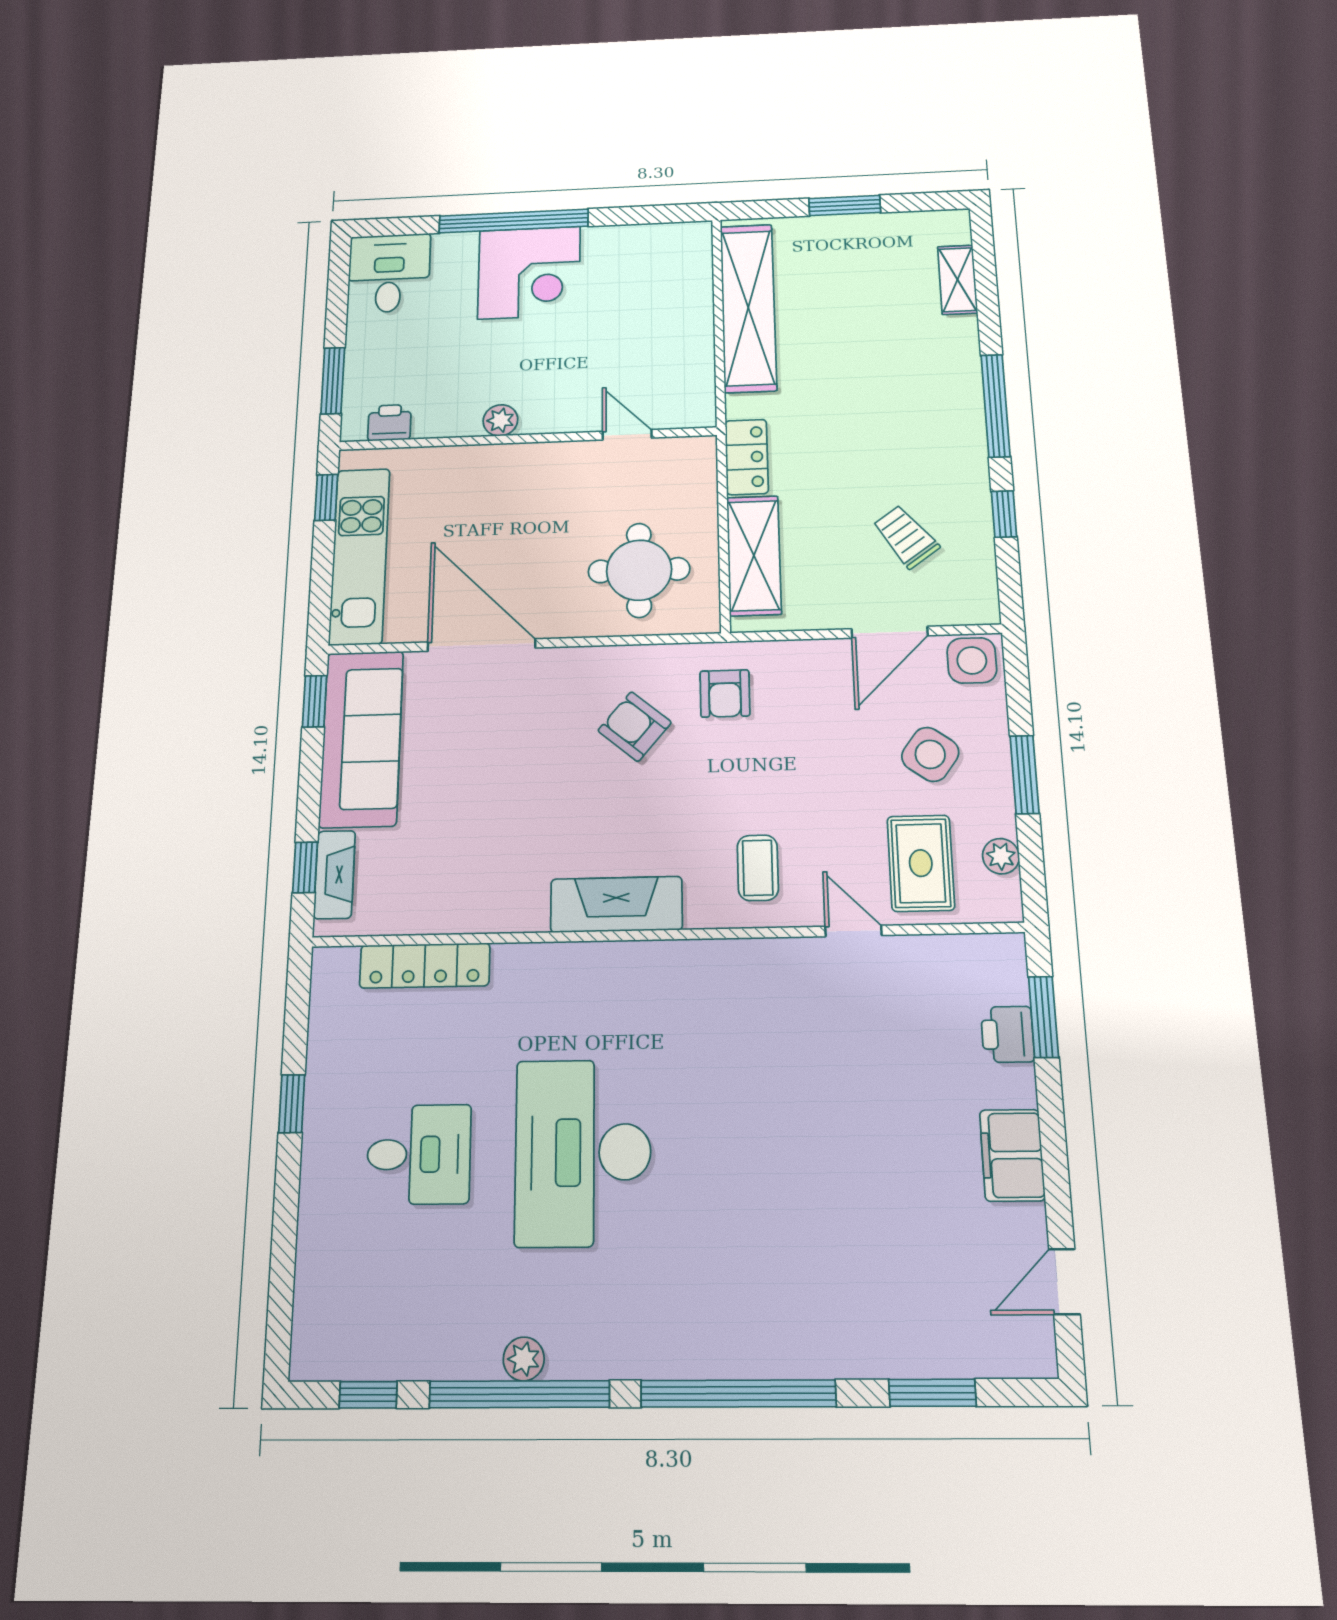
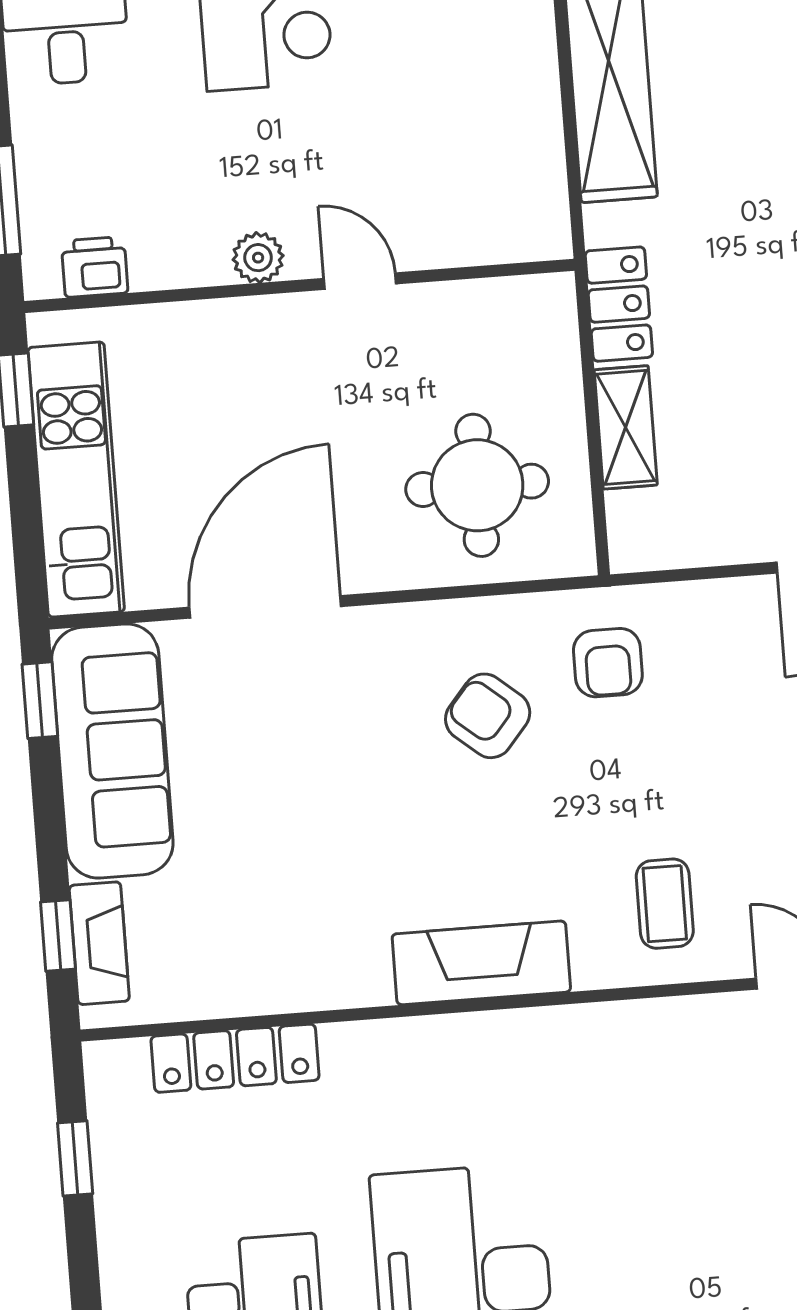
door: (627, 435) -> (360, 281), moved
shelving: (754, 555) -> (626, 427), width x0.67, depth x0.75
door: (482, 645) -> (265, 607), hinge flipped
window: (292, 1104) -> (75, 1158), moved

